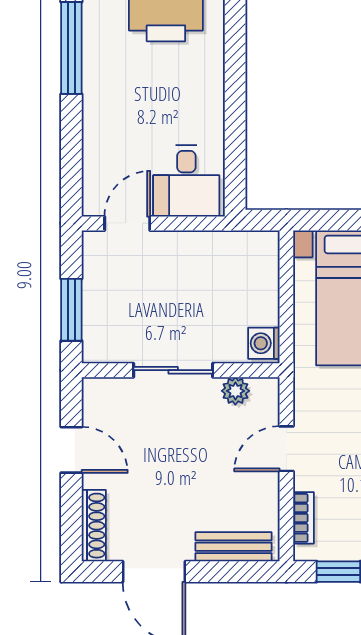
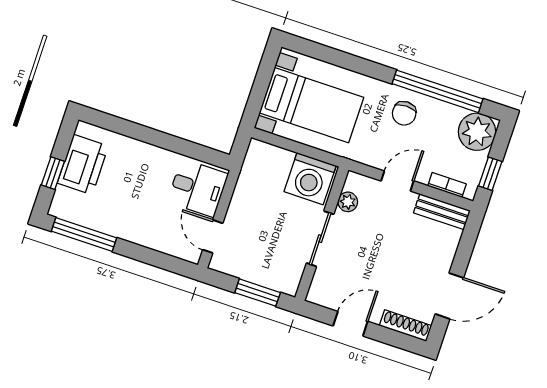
washing machine: (264, 343) -> (310, 179), width x1.89, depth x1.89
door: (286, 449) -> (397, 181), swing flipped
bench: (233, 547) -> (442, 212), moved, turned 90

